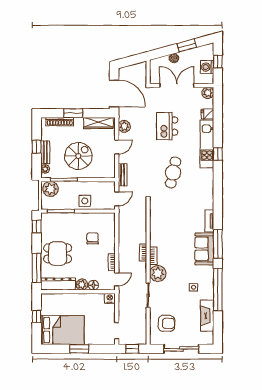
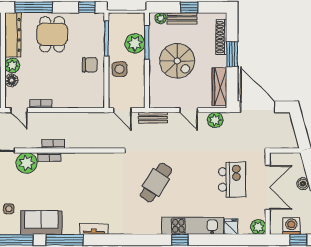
door: (114, 93) -> (258, 107), swing flipped
kitchen island: (167, 126) -> (232, 180), moved, turned 90
cafe table: (173, 173) -> (156, 182), turned -69
plant: (51, 189) -> (135, 43), moved
chair: (93, 238) -> (90, 65), moved
sofa: (204, 249) -> (41, 223), moved

